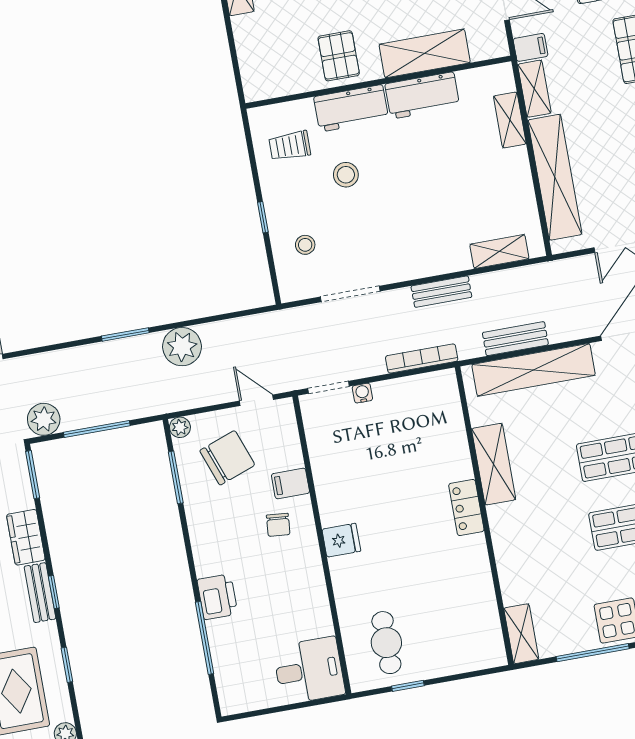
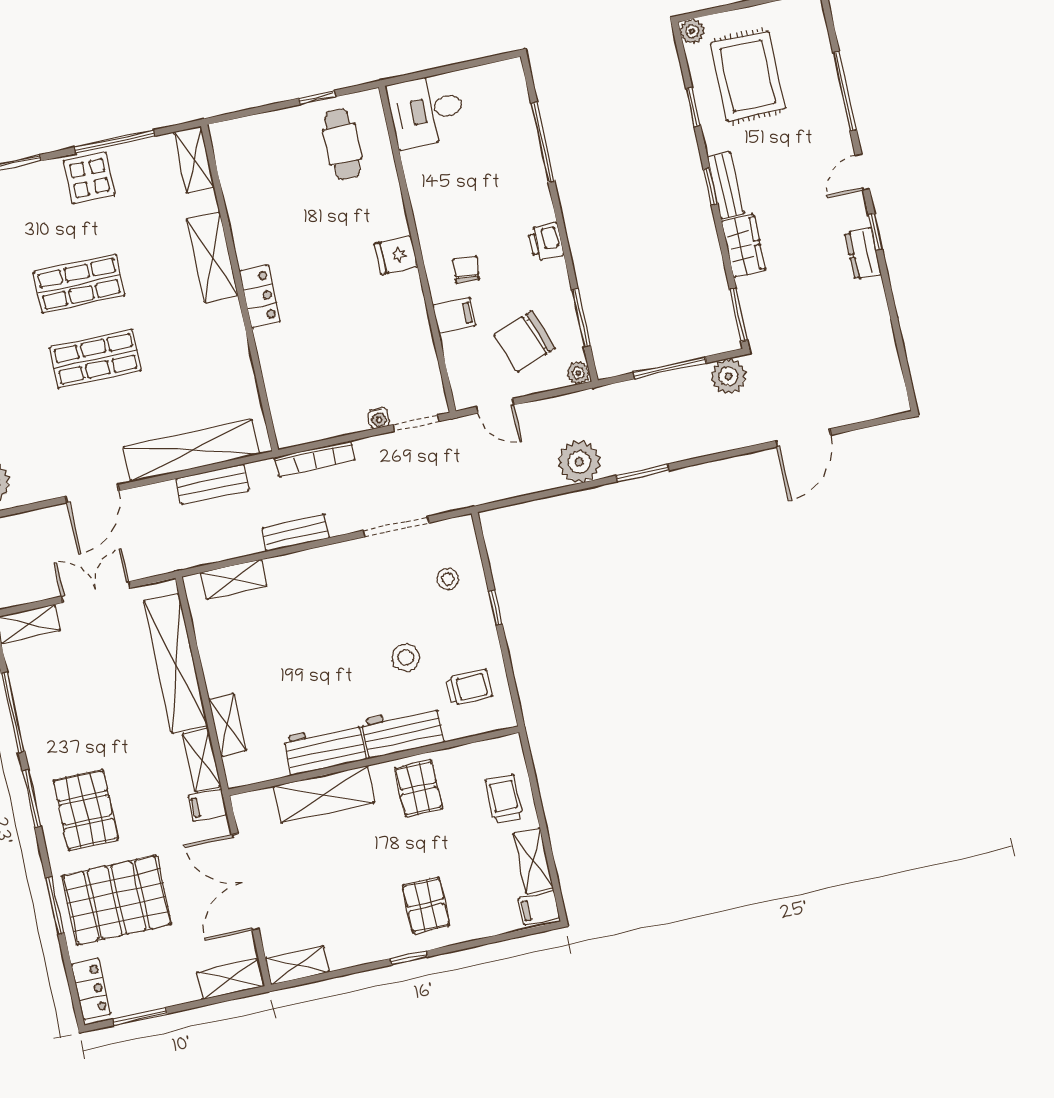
trolley: (261, 43) -> (504, 799), added
shelving: (494, 464) -> (212, 257), moved
printer: (217, 597) -> (546, 242), moved, width x0.73, depth x0.81

